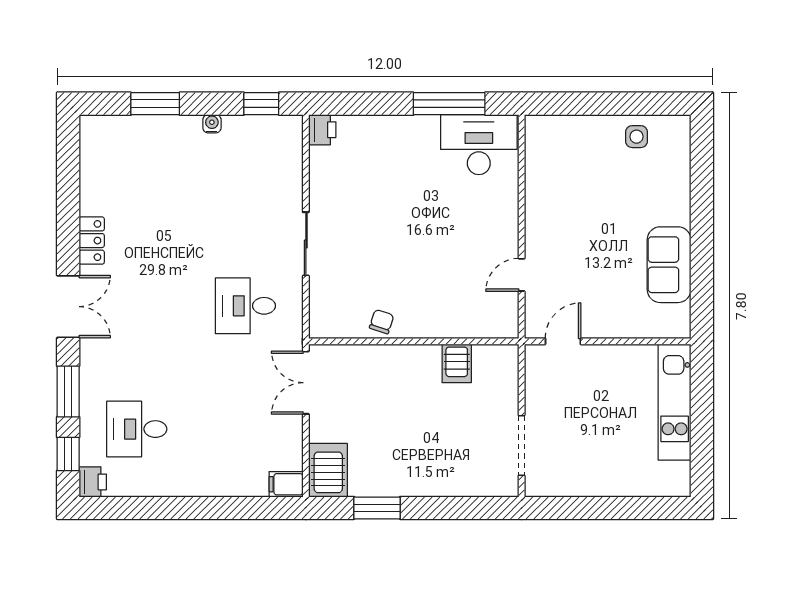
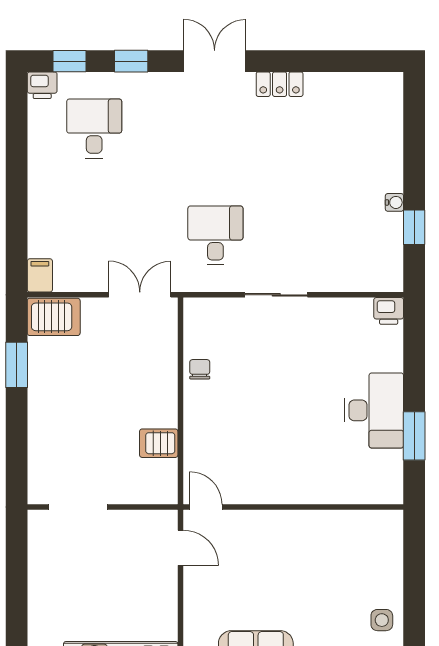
window: (155, 104) -> (414, 147), removed
window: (261, 104) -> (414, 227), moved
window: (449, 104) -> (414, 436), width x0.69
desk: (479, 145) -> (374, 410), moved
door: (522, 275) -> (206, 507), moved
double door: (68, 307) -> (215, 61), swing flipped
chair: (382, 322) -> (200, 369), turned -108
window: (68, 391) -> (131, 61), width x0.67

